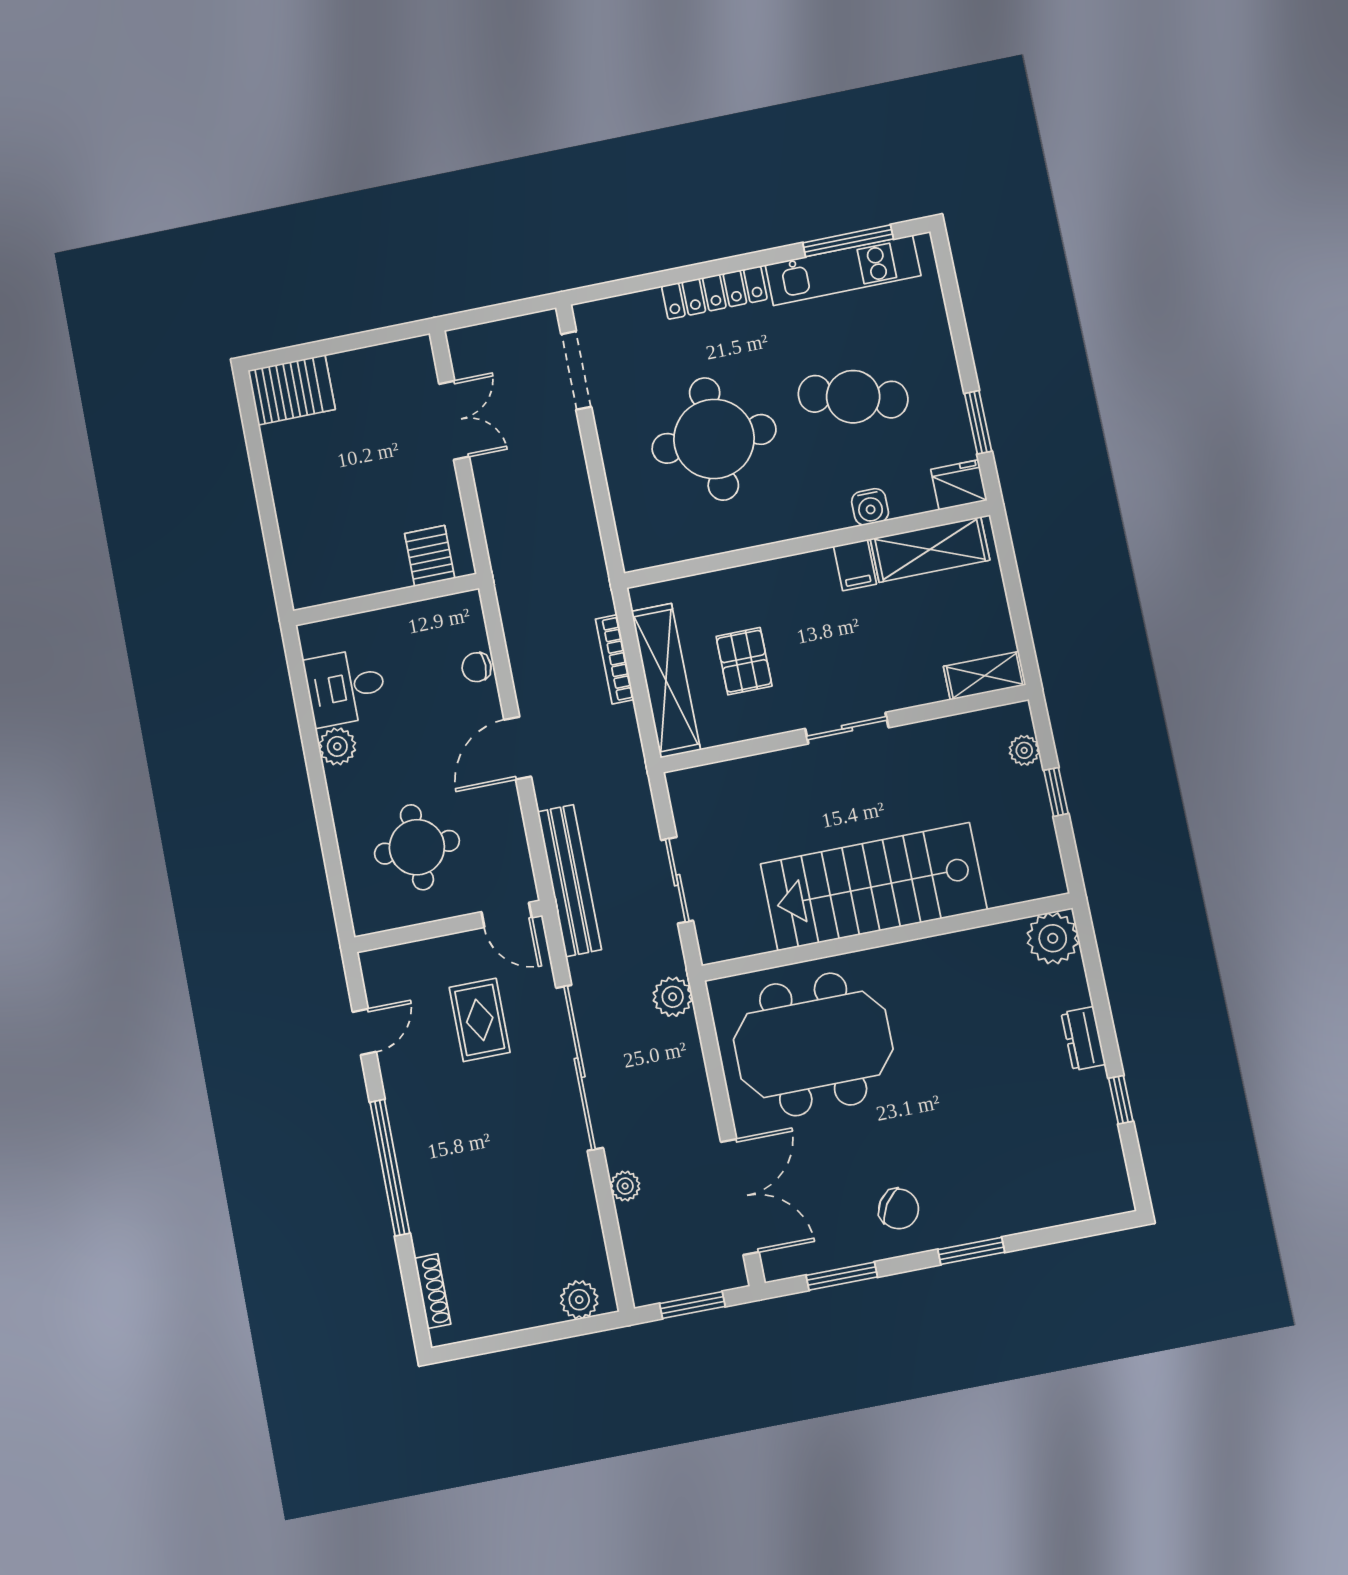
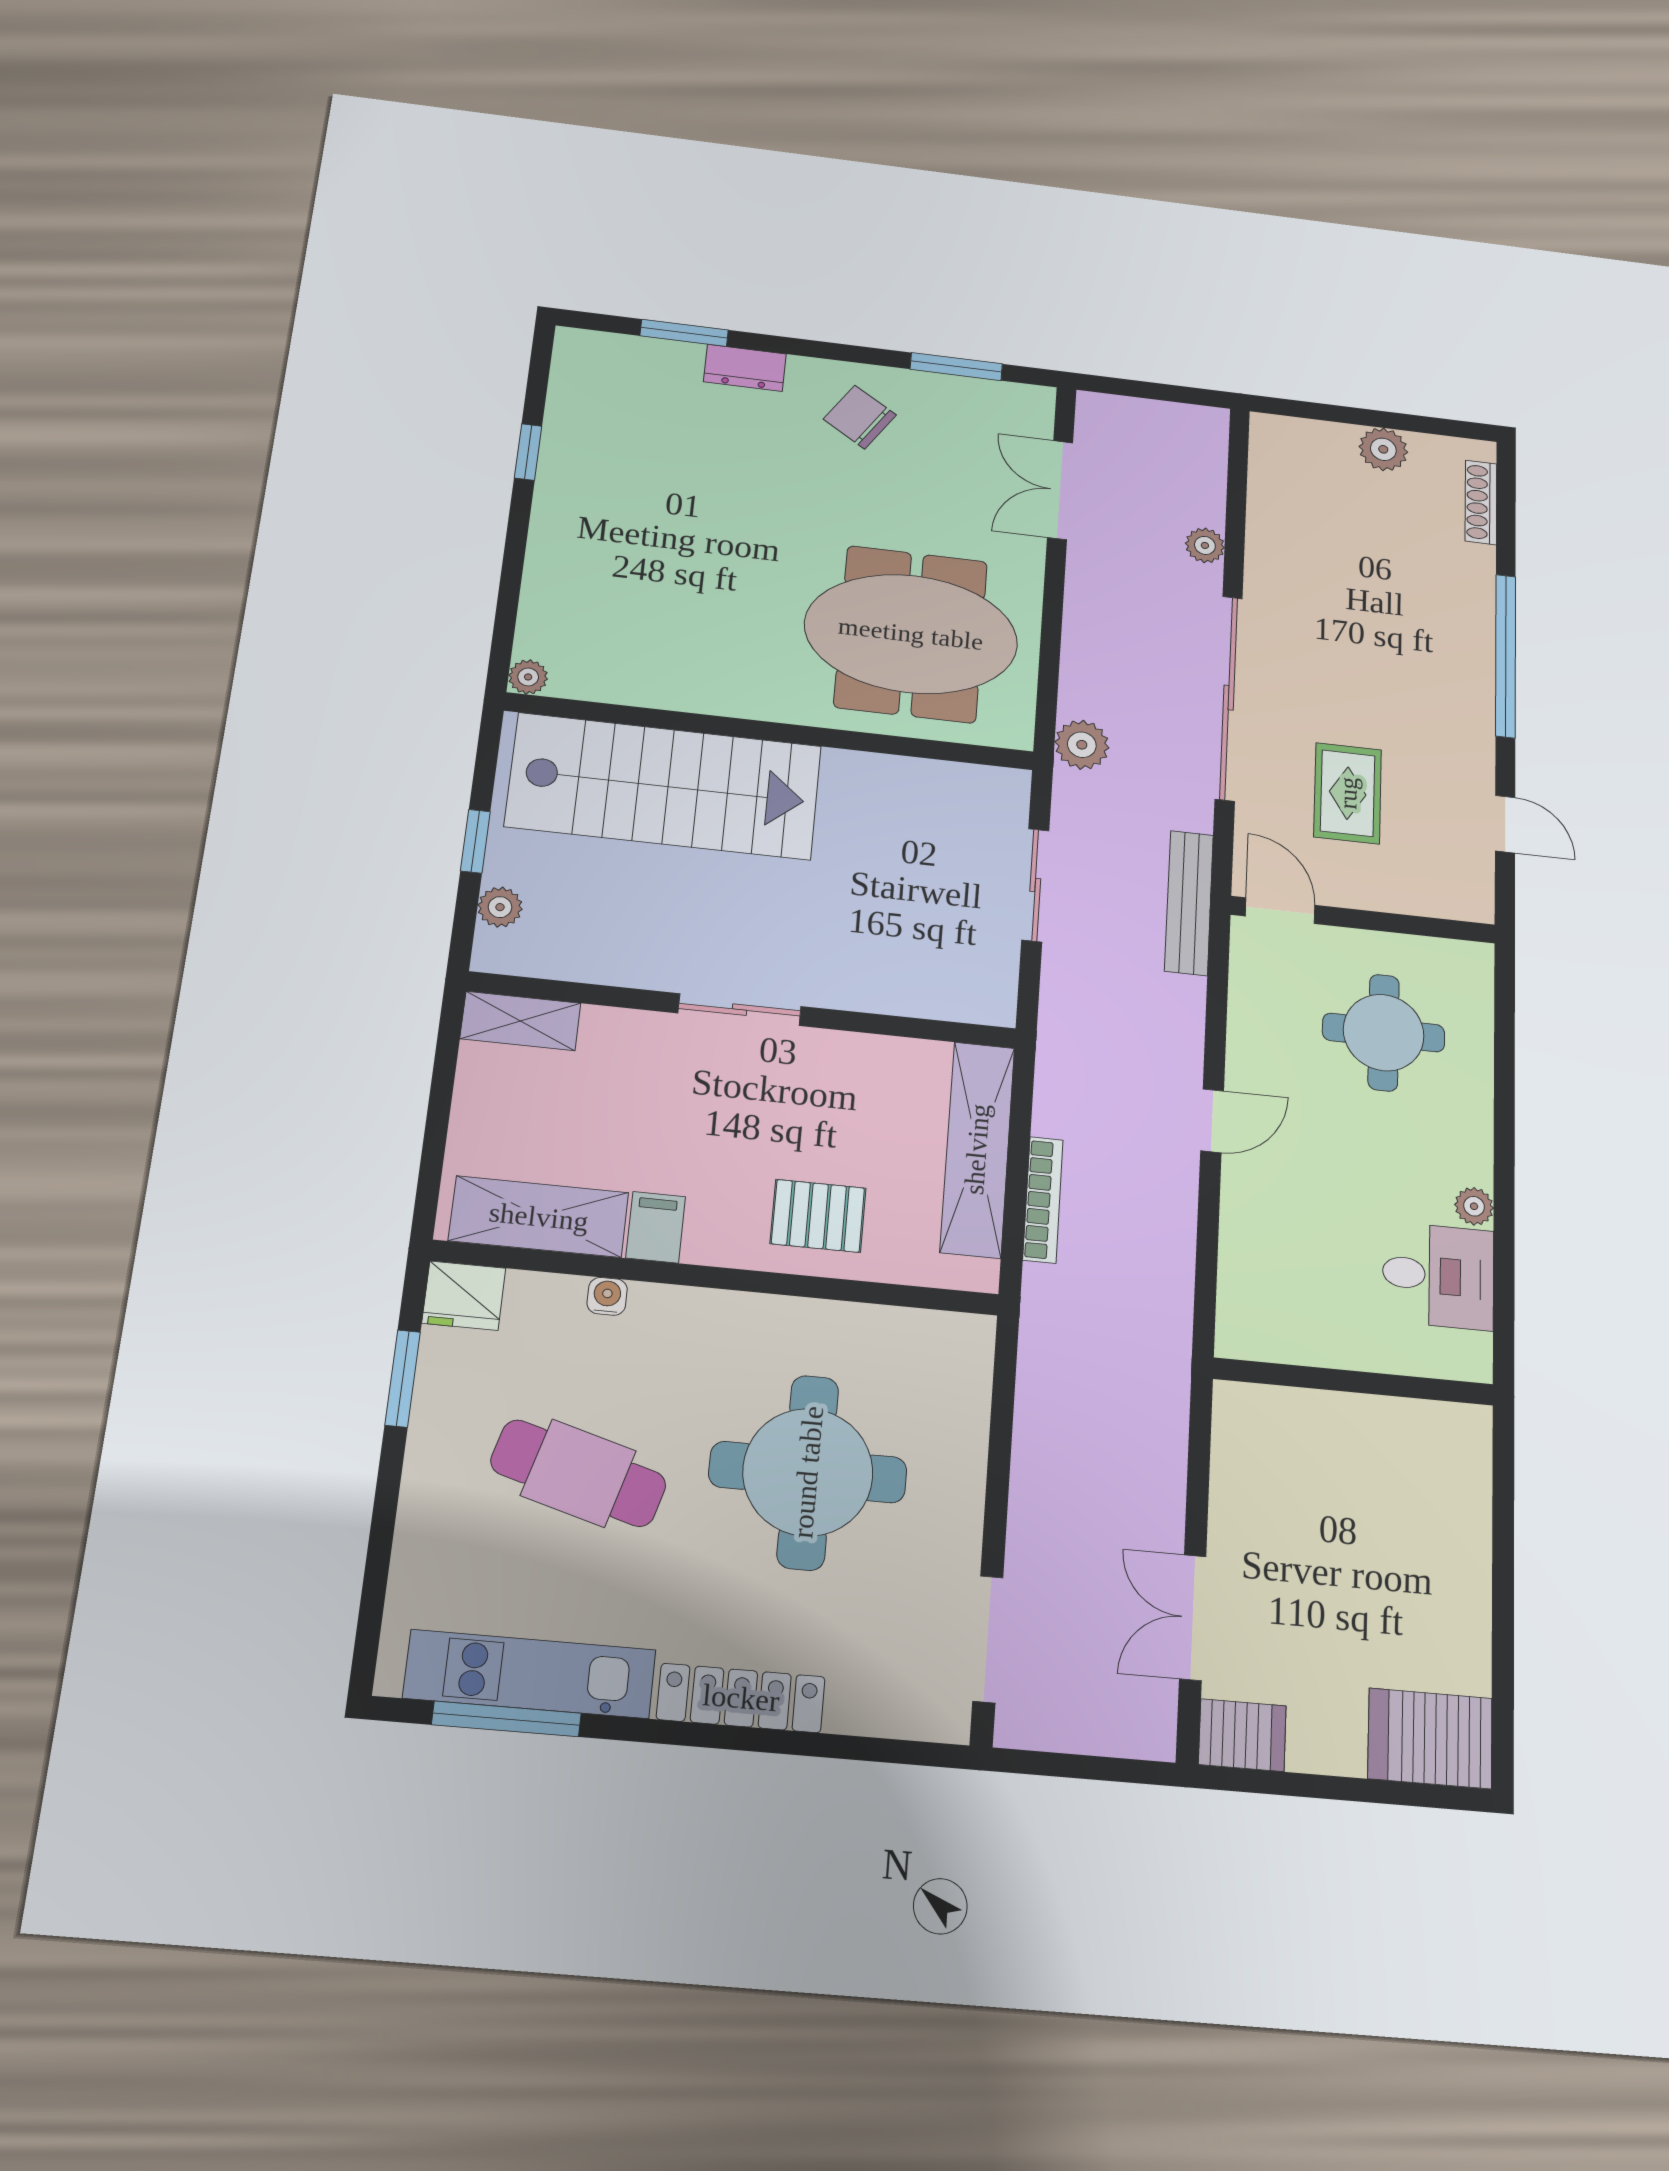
water cooler: (870, 507) -> (607, 1296), width x0.72, depth x0.72
server rack: (430, 556) -> (1242, 1735), moved, turned -90
pallet: (744, 661) -> (818, 1216), moved, turned 90
chair: (477, 667) -> (1244, 1248), removed
plant: (337, 746) -> (1474, 1206), width x0.73, depth x0.73
door: (518, 748) -> (1212, 1121), width x0.73
bench: (569, 881) -> (1189, 903), width x0.73, depth x0.82
stairs: (874, 887) -> (664, 786), moved
plant: (1053, 938) -> (528, 677), width x0.53, depth x0.53
door: (364, 1032) -> (1505, 824), swing flipped
dresser: (1083, 1039) -> (745, 368), moved, turned 90
double door: (740, 1197) -> (1060, 490), width x0.73
window: (971, 1251) -> (684, 333), moved
plant: (579, 1300) -> (1383, 449), moved
window: (692, 1305) -> (1155, 391), removed

